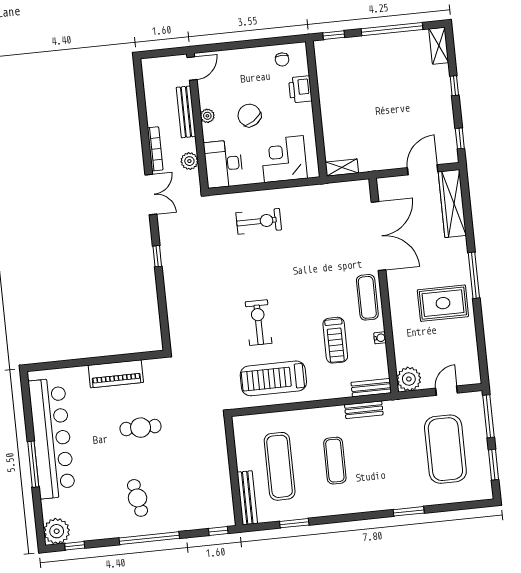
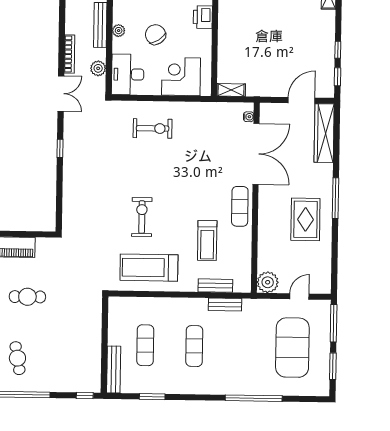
window: (454, 86) -> (338, 50), moved
rug: (443, 303) -> (305, 219), turned 90
water cooler: (380, 338) -> (249, 117), moved
bench: (371, 388) -> (215, 286), moved
exercise mat: (280, 466) -> (145, 345), width x0.73, depth x0.69
window: (409, 511) -> (254, 398), width x2.11

